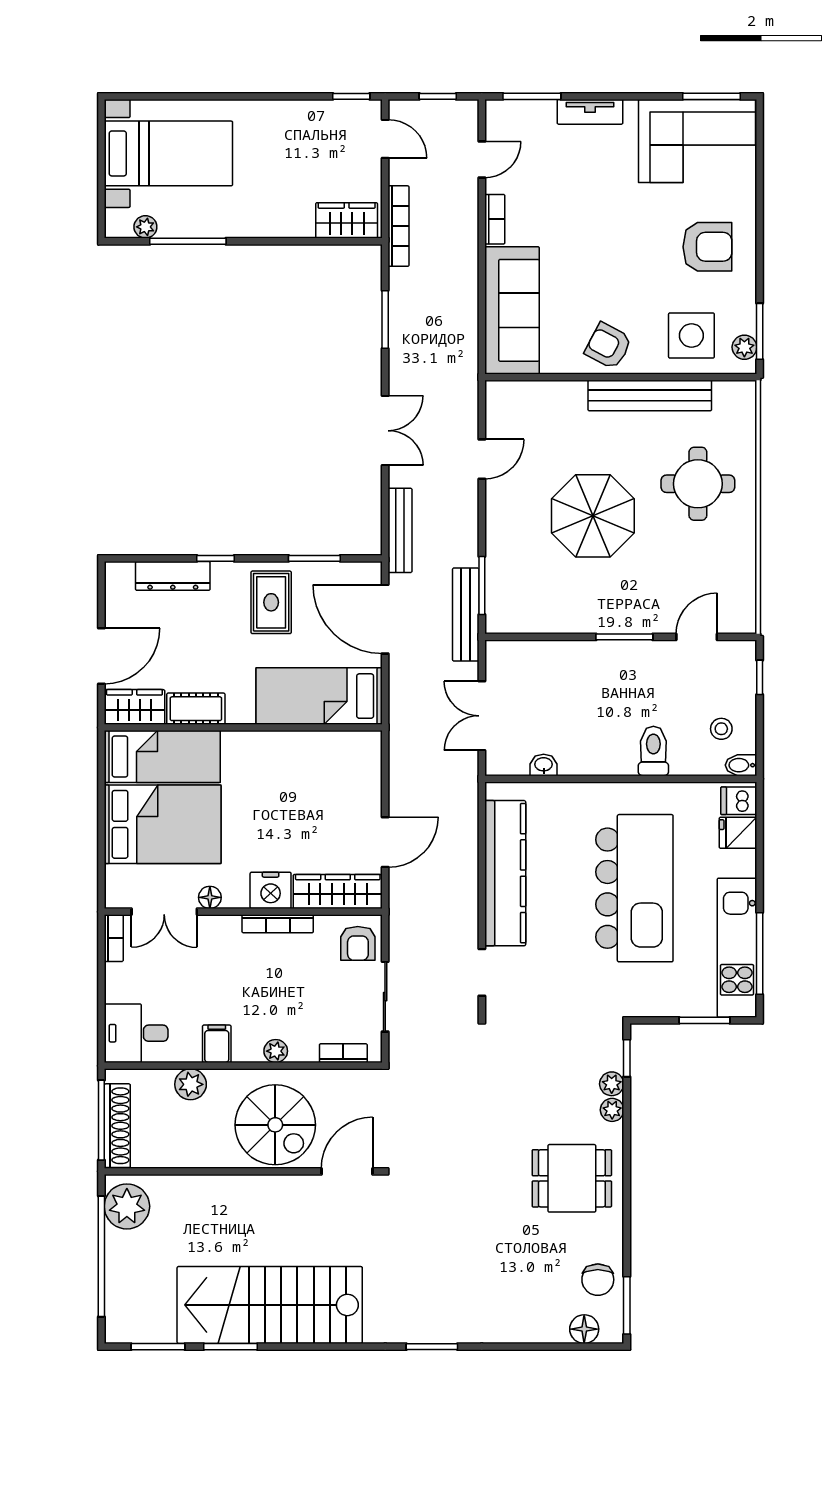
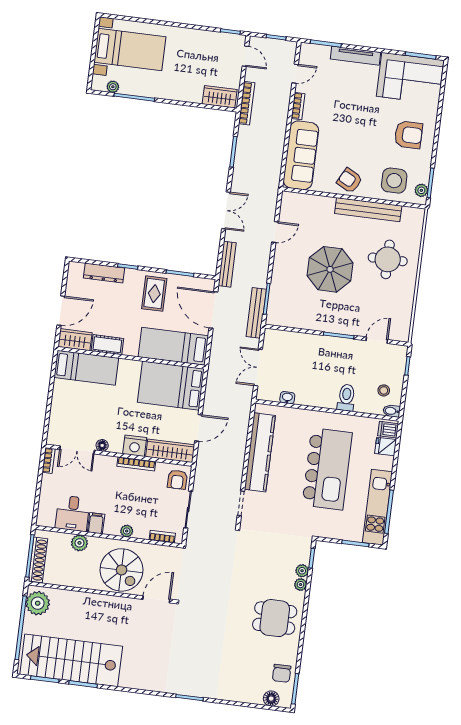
tv unit: (590, 112) -> (355, 56), width x1.41
bed: (163, 824) -> (171, 386), moved, turned 180
desk: (136, 1033) -> (73, 513), moved, turned -90
stairs: (270, 1305) -> (71, 660), moved

